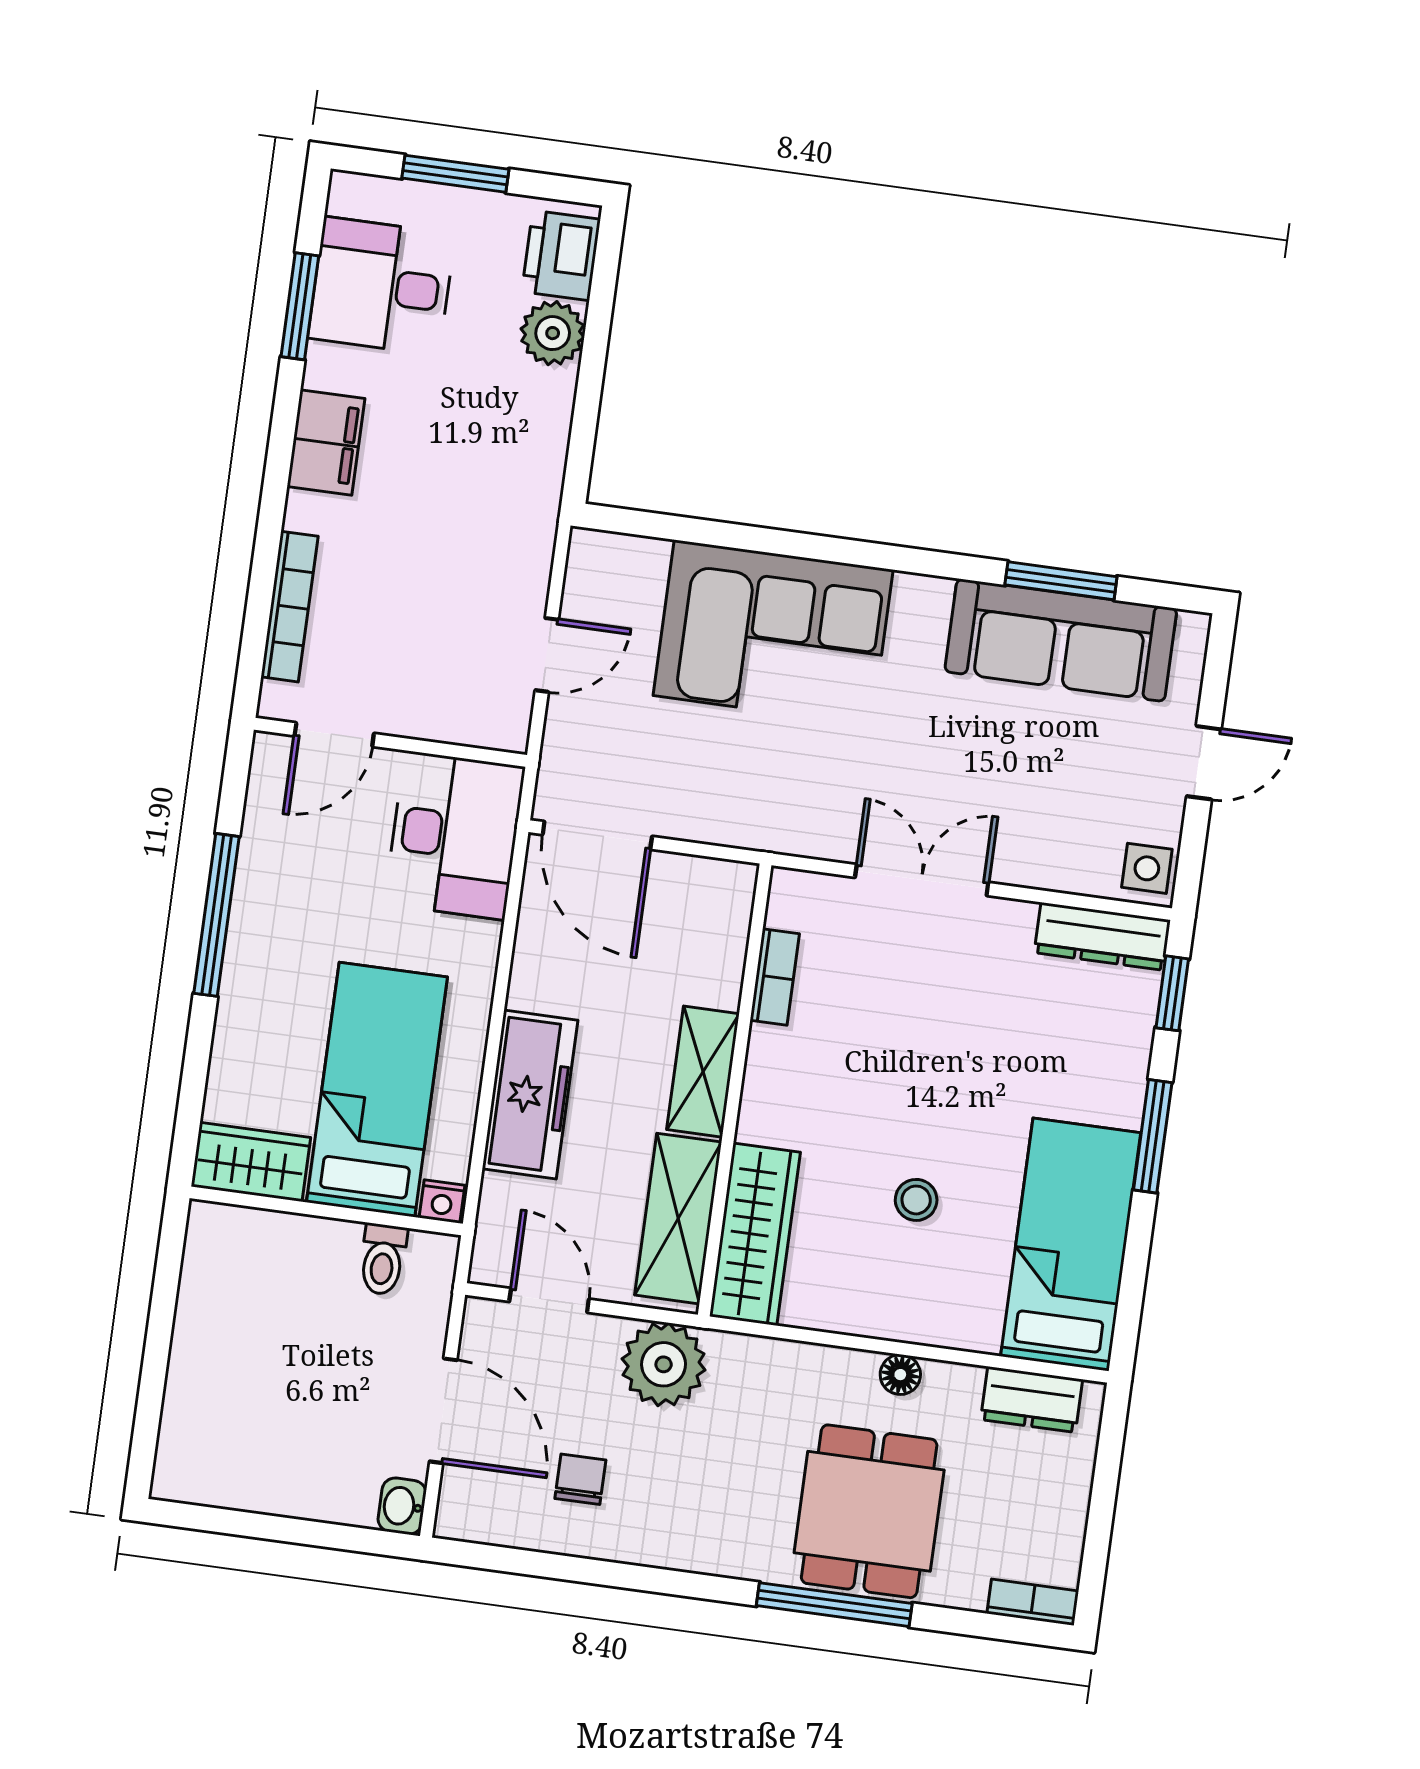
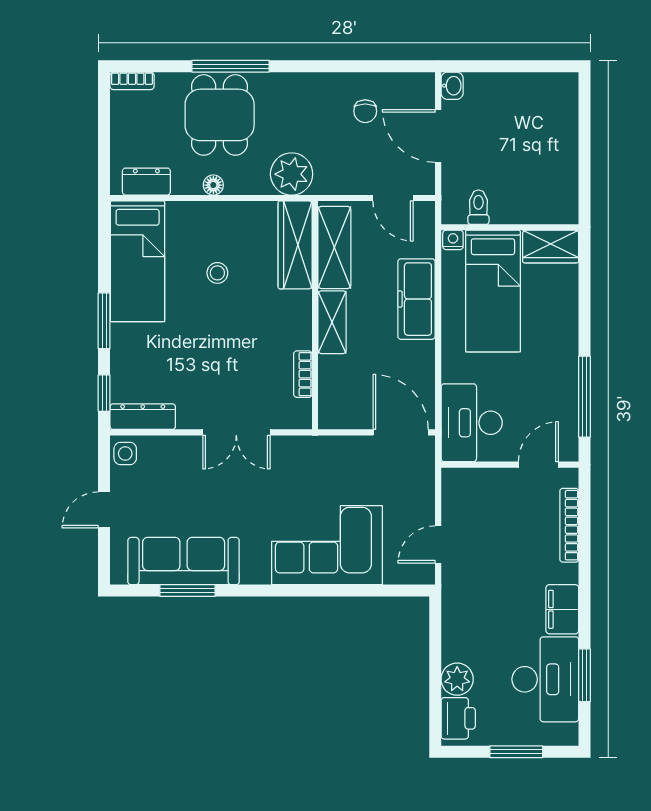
desk: (382, 286) -> (545, 679), width x1.37
door: (547, 655) -> (438, 544), moved
window: (216, 915) -> (585, 397), moved
plant: (664, 1364) -> (292, 174), moved

